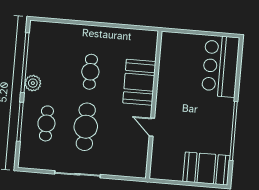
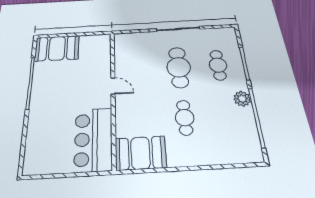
bar counter: (221, 66) -> (93, 139), moved, turned 180
booth: (139, 82) -> (140, 153), moved, turned 90
door: (152, 127) -> (113, 86), moved

